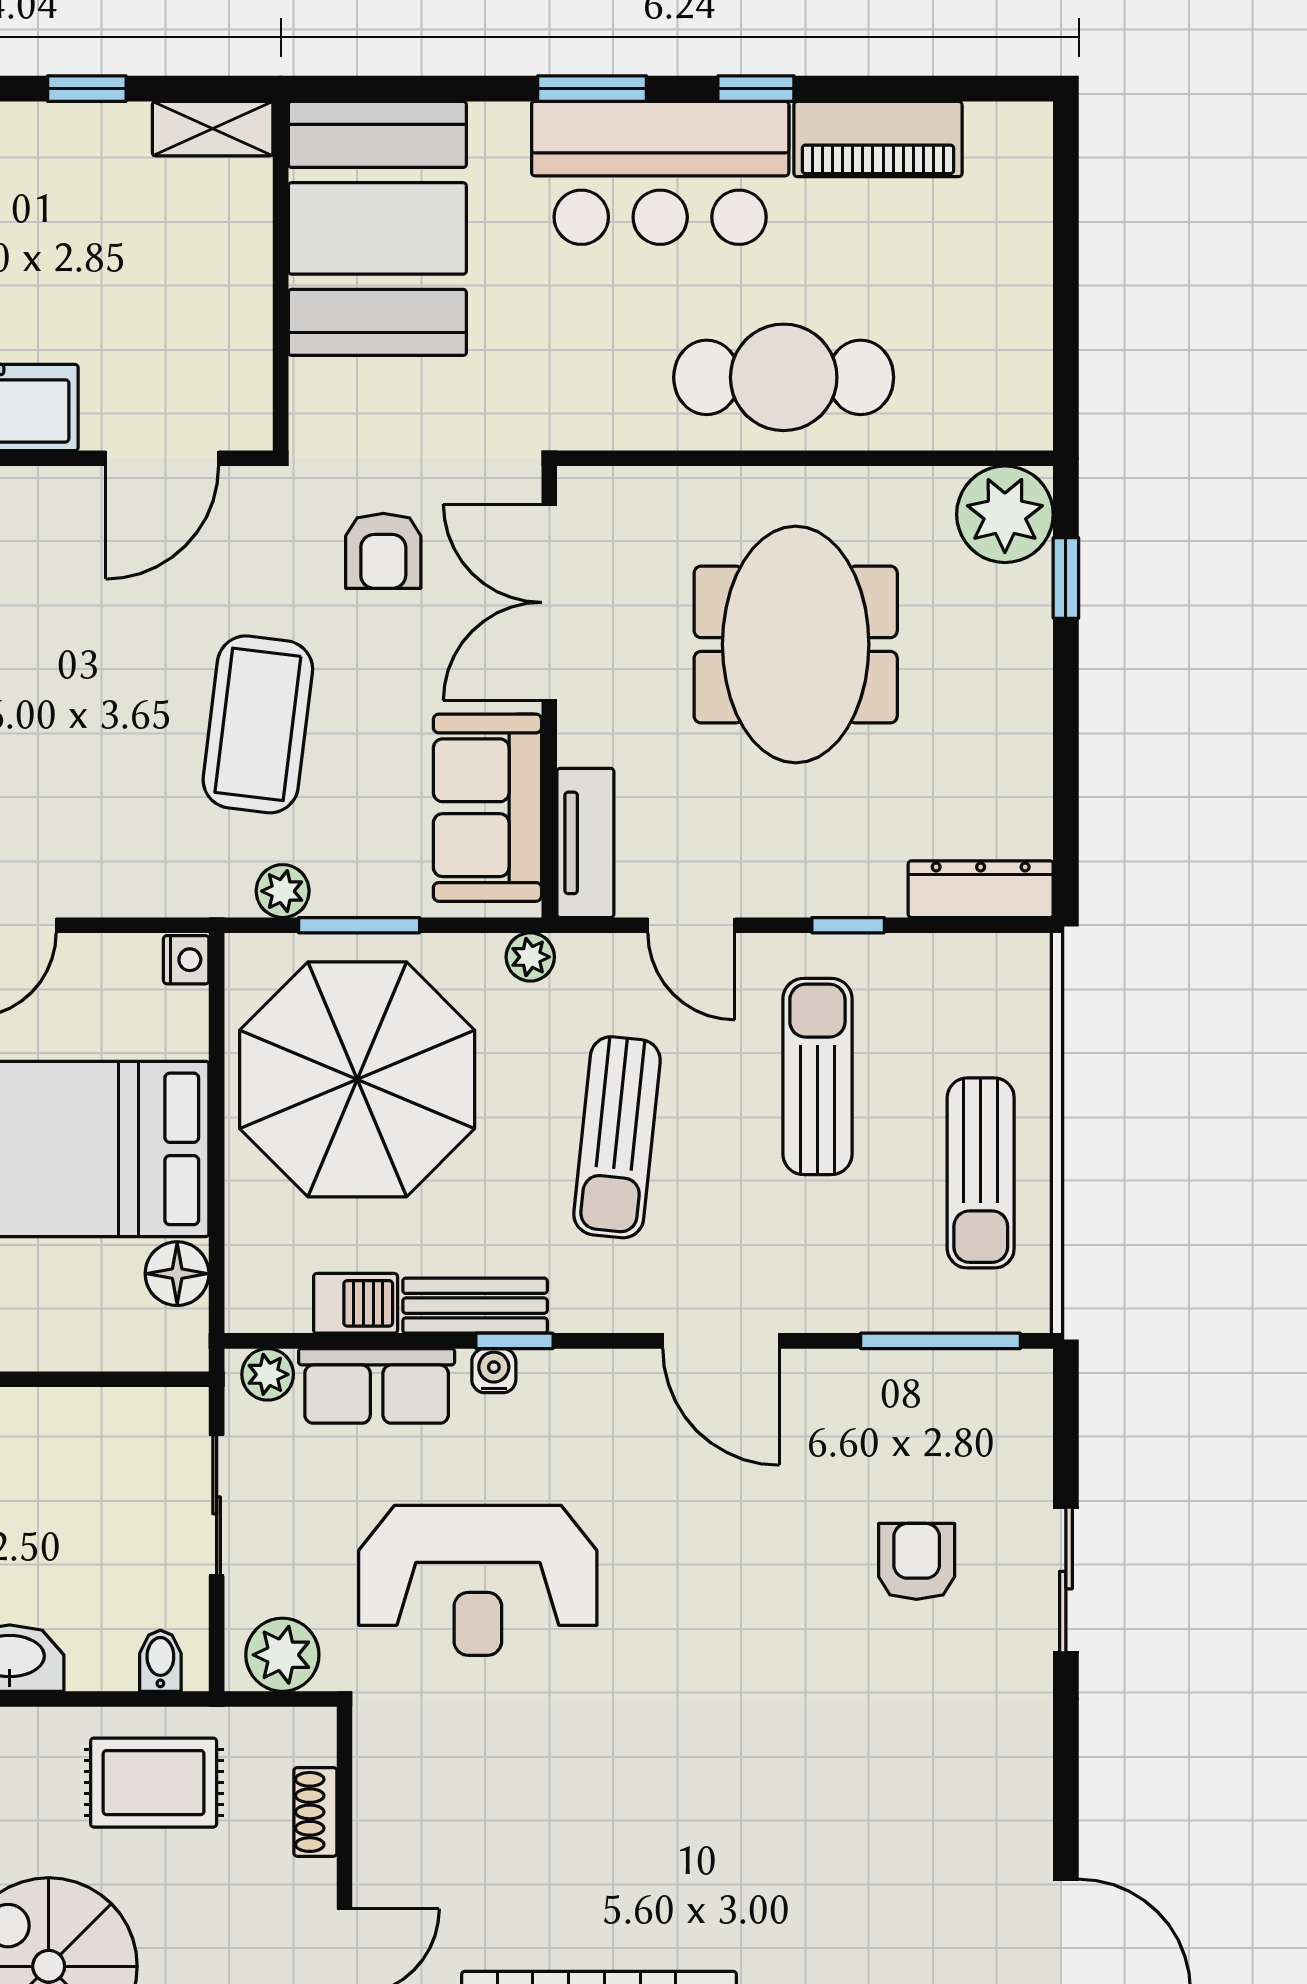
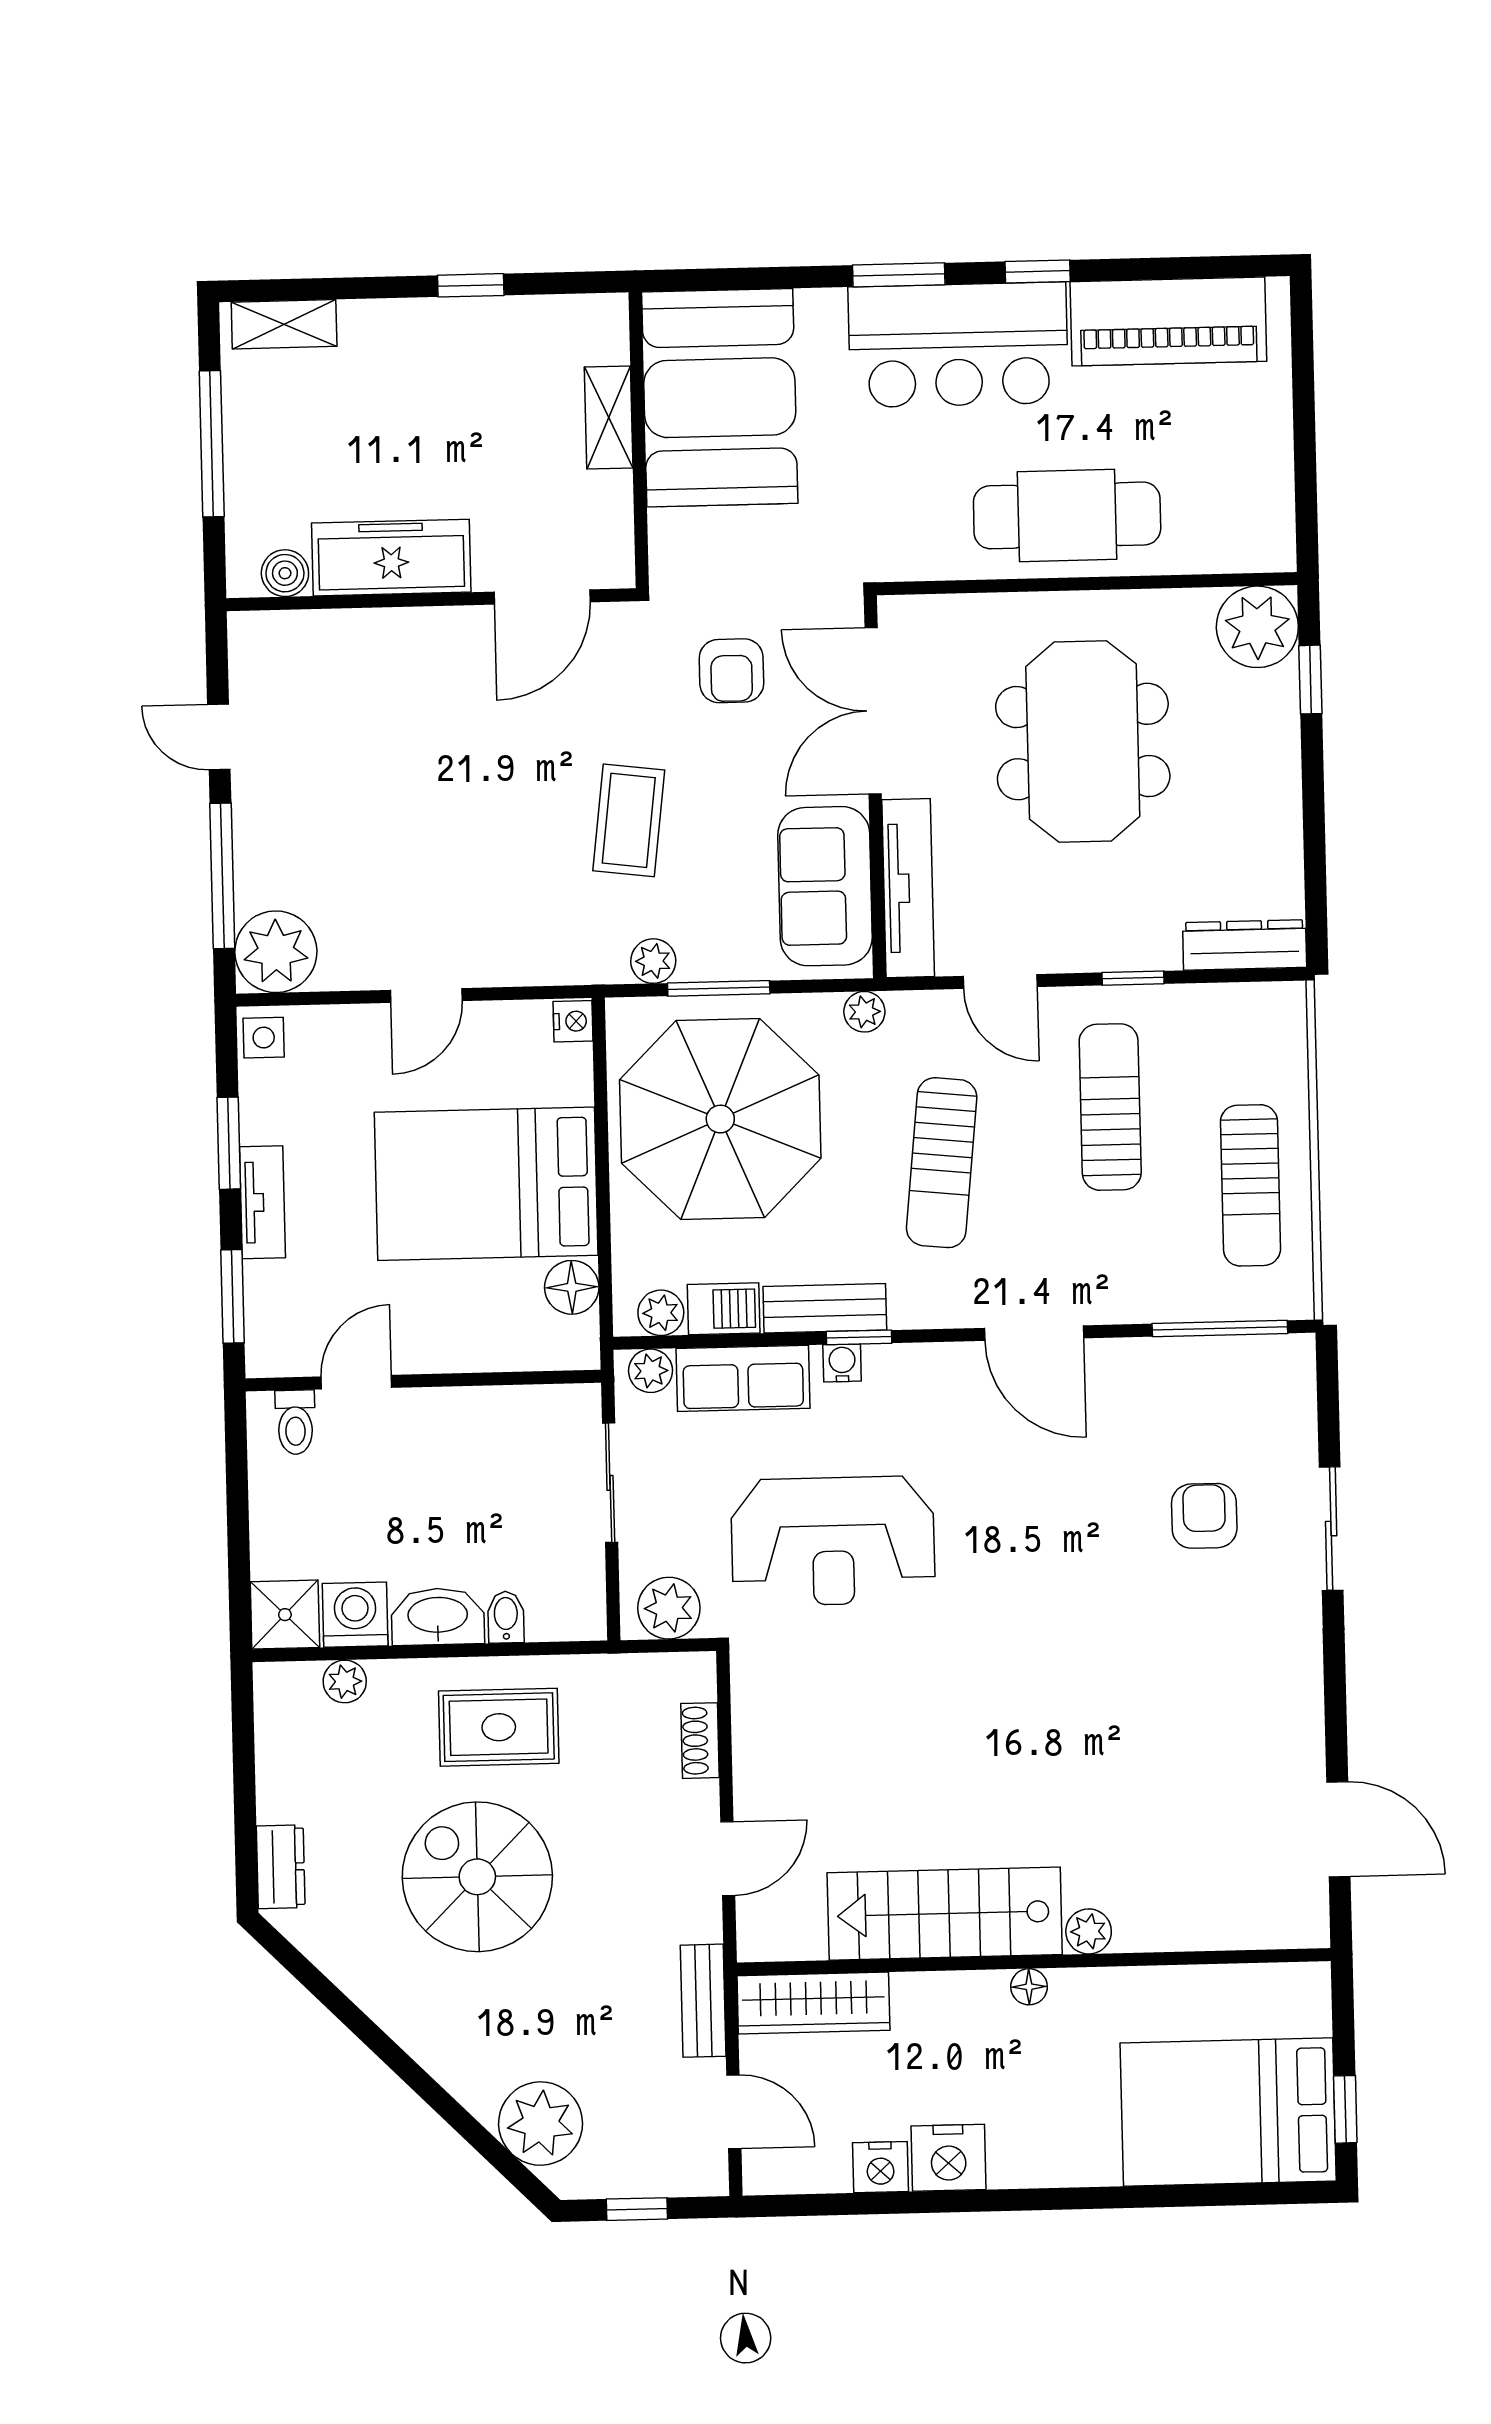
shelving: (213, 129) -> (609, 417), moved, turned 90
piano: (878, 139) -> (1168, 321), width x1.37, depth x1.33
coffee table: (258, 724) -> (629, 820), width x0.73, depth x0.76
tv unit: (585, 843) -> (908, 888), width x1.41
plant: (281, 1306) -> (661, 1313), added
bidet: (160, 1661) -> (506, 1617), moved
rug: (154, 1783) -> (499, 1727), moved

